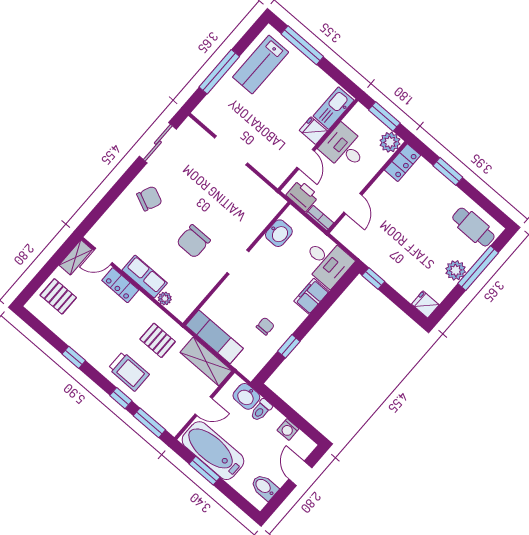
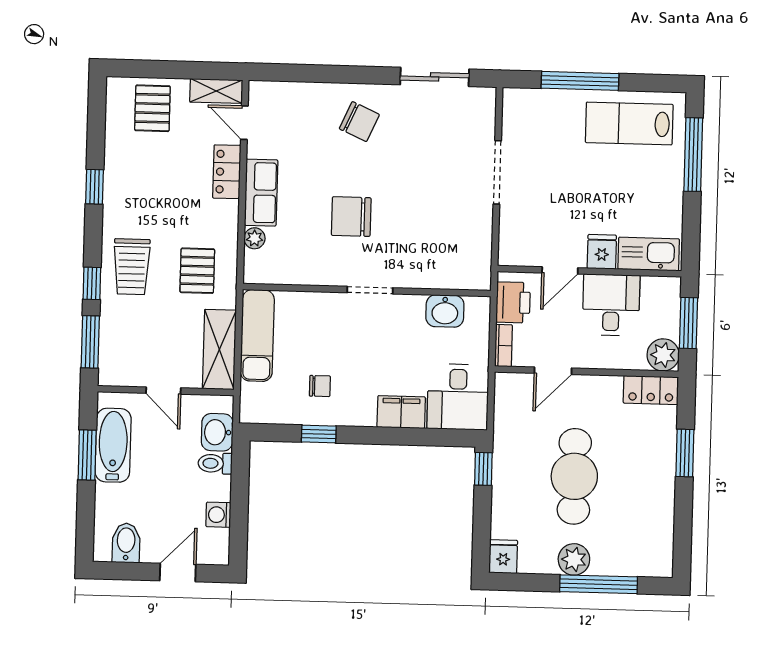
cafe table: (473, 227) -> (574, 476), moved, width x1.37, depth x1.35
bathtub: (213, 451) -> (113, 445), width x0.73, depth x0.73

